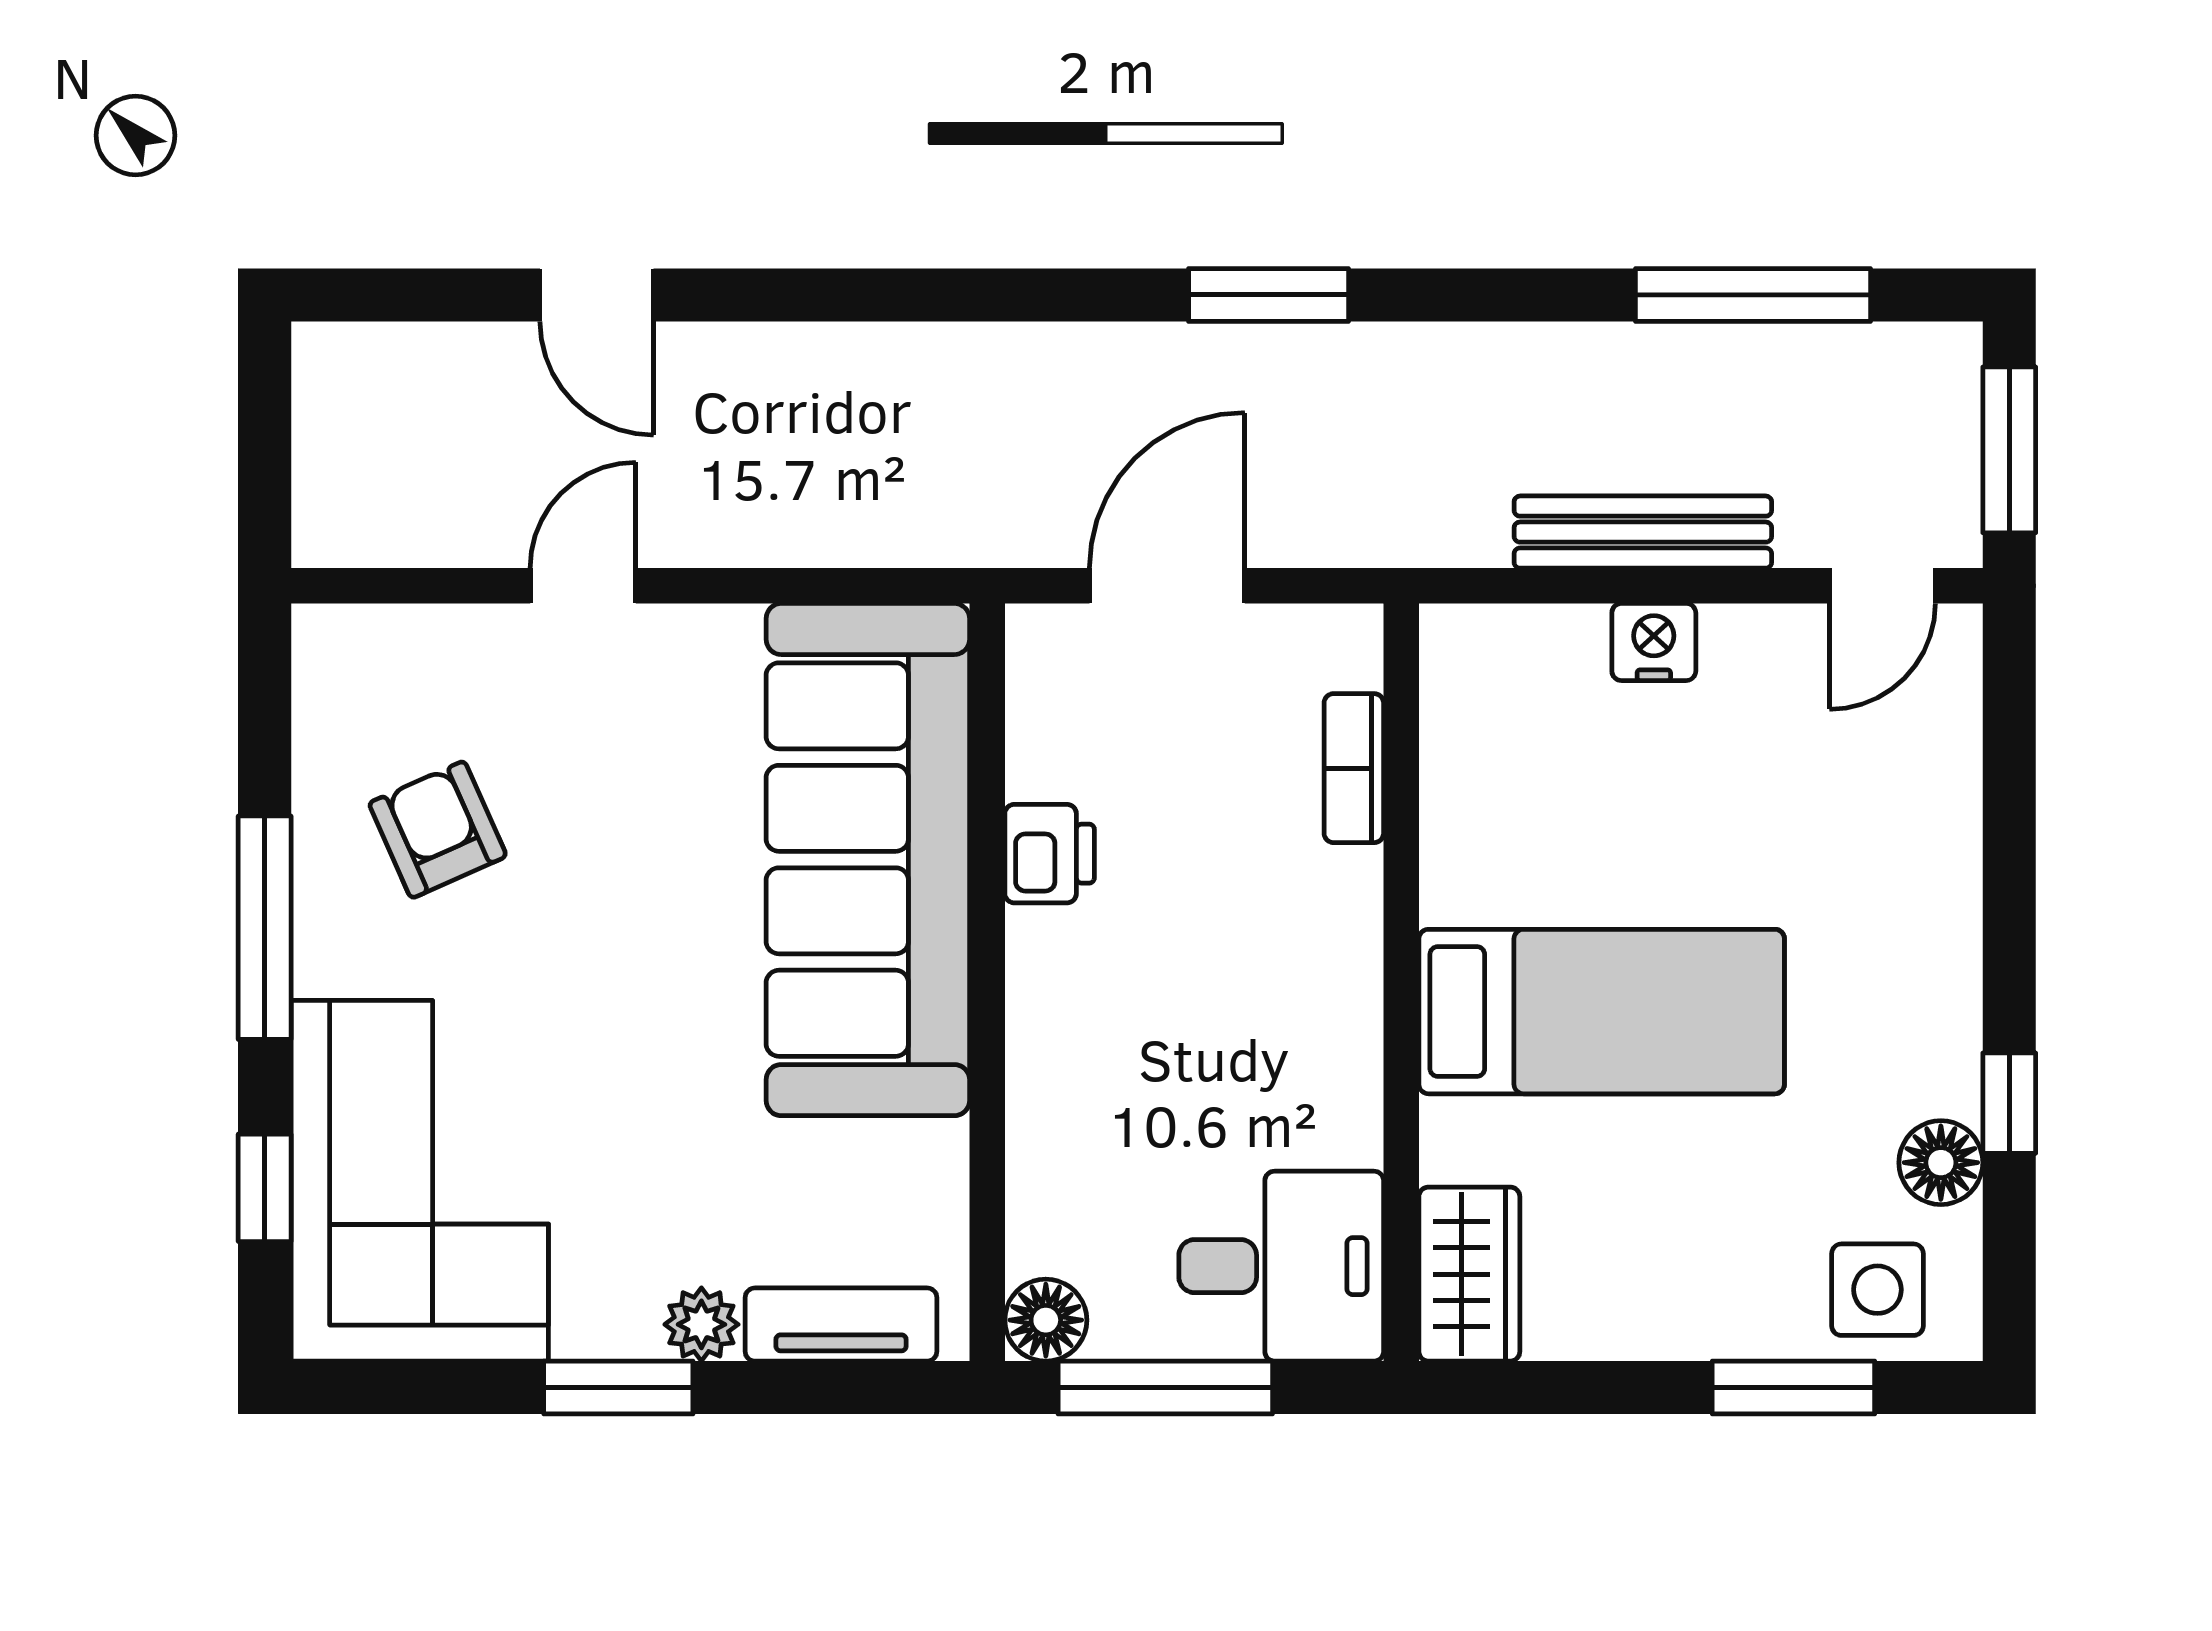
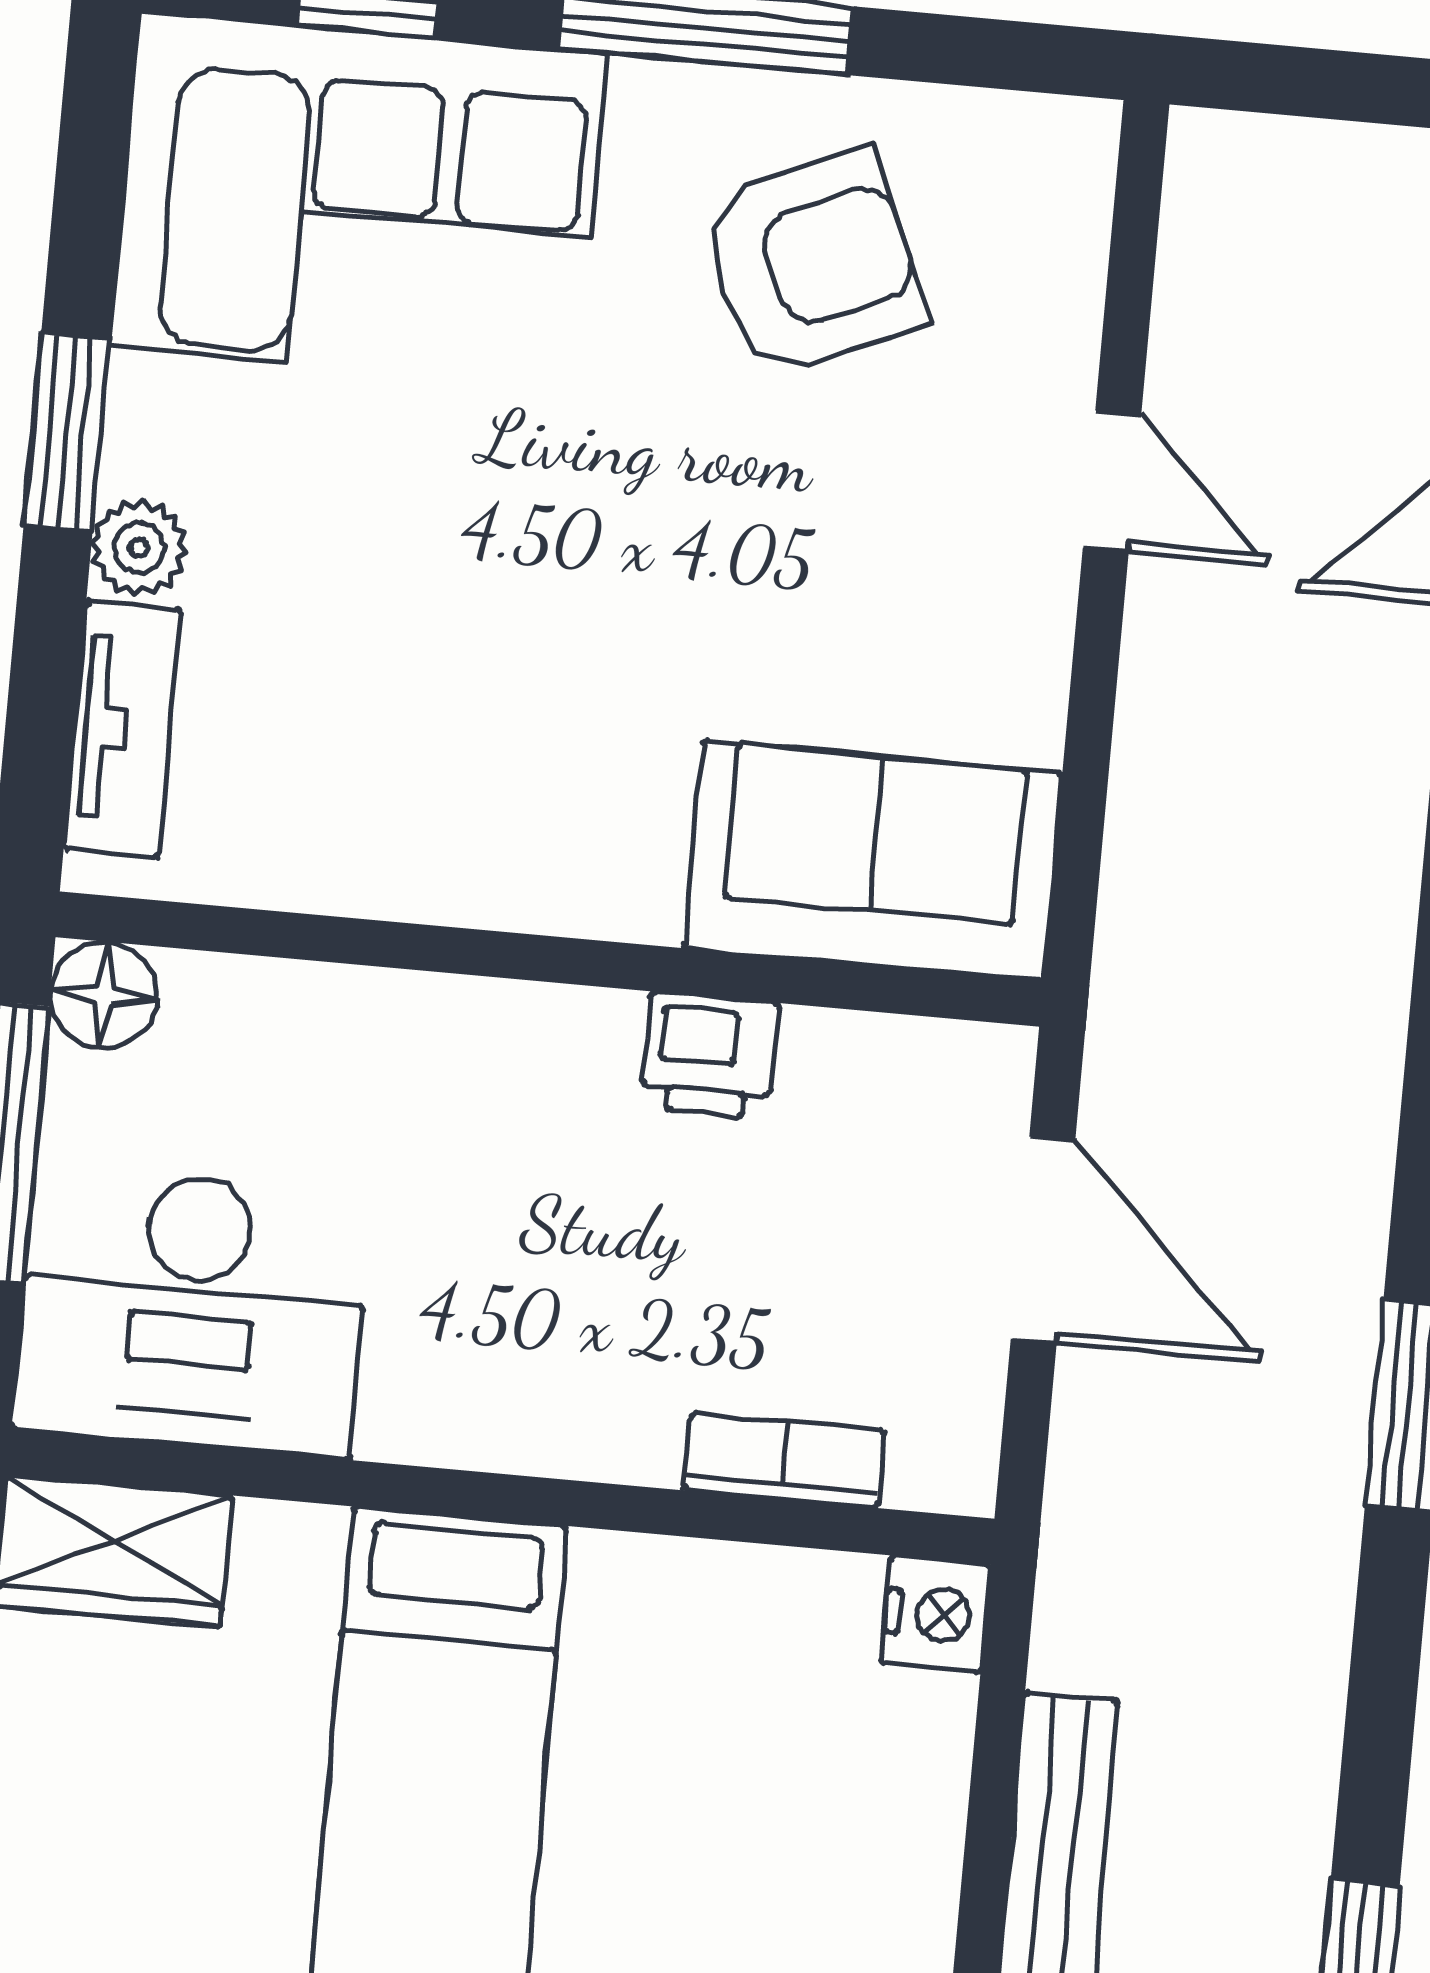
nightstand: (1654, 642) -> (935, 1614), moved
armchair: (438, 830) -> (813, 264), width x1.38, depth x1.38
sofa: (868, 860) -> (873, 861), width x0.54, depth x0.79
desk: (1281, 1266) -> (192, 1312), width x1.37

